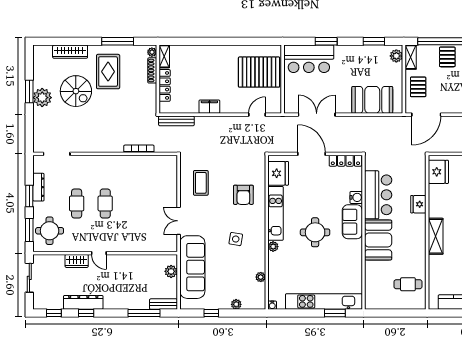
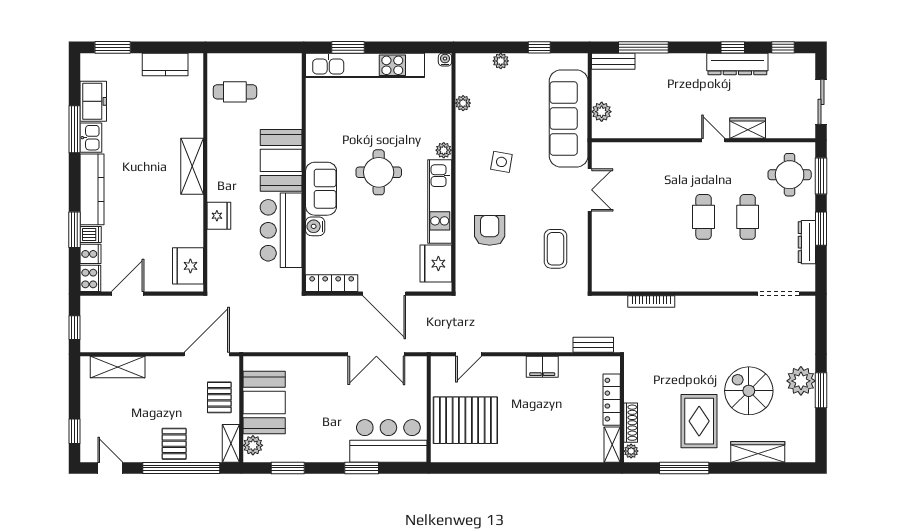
booth: (372, 100) -> (264, 403), moved, turned 90
bench: (176, 121) -> (593, 345), width x0.73

